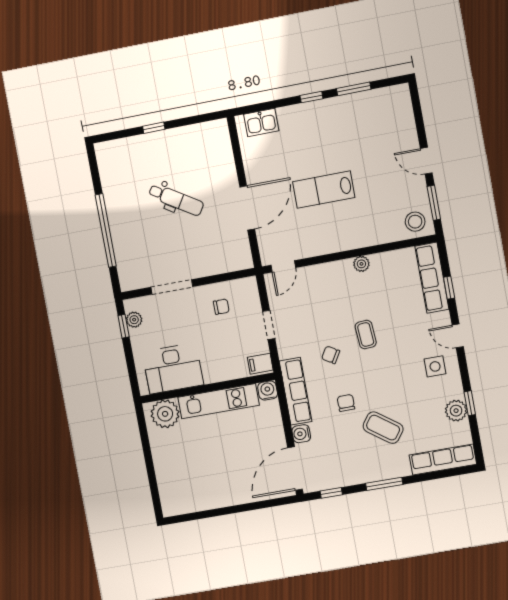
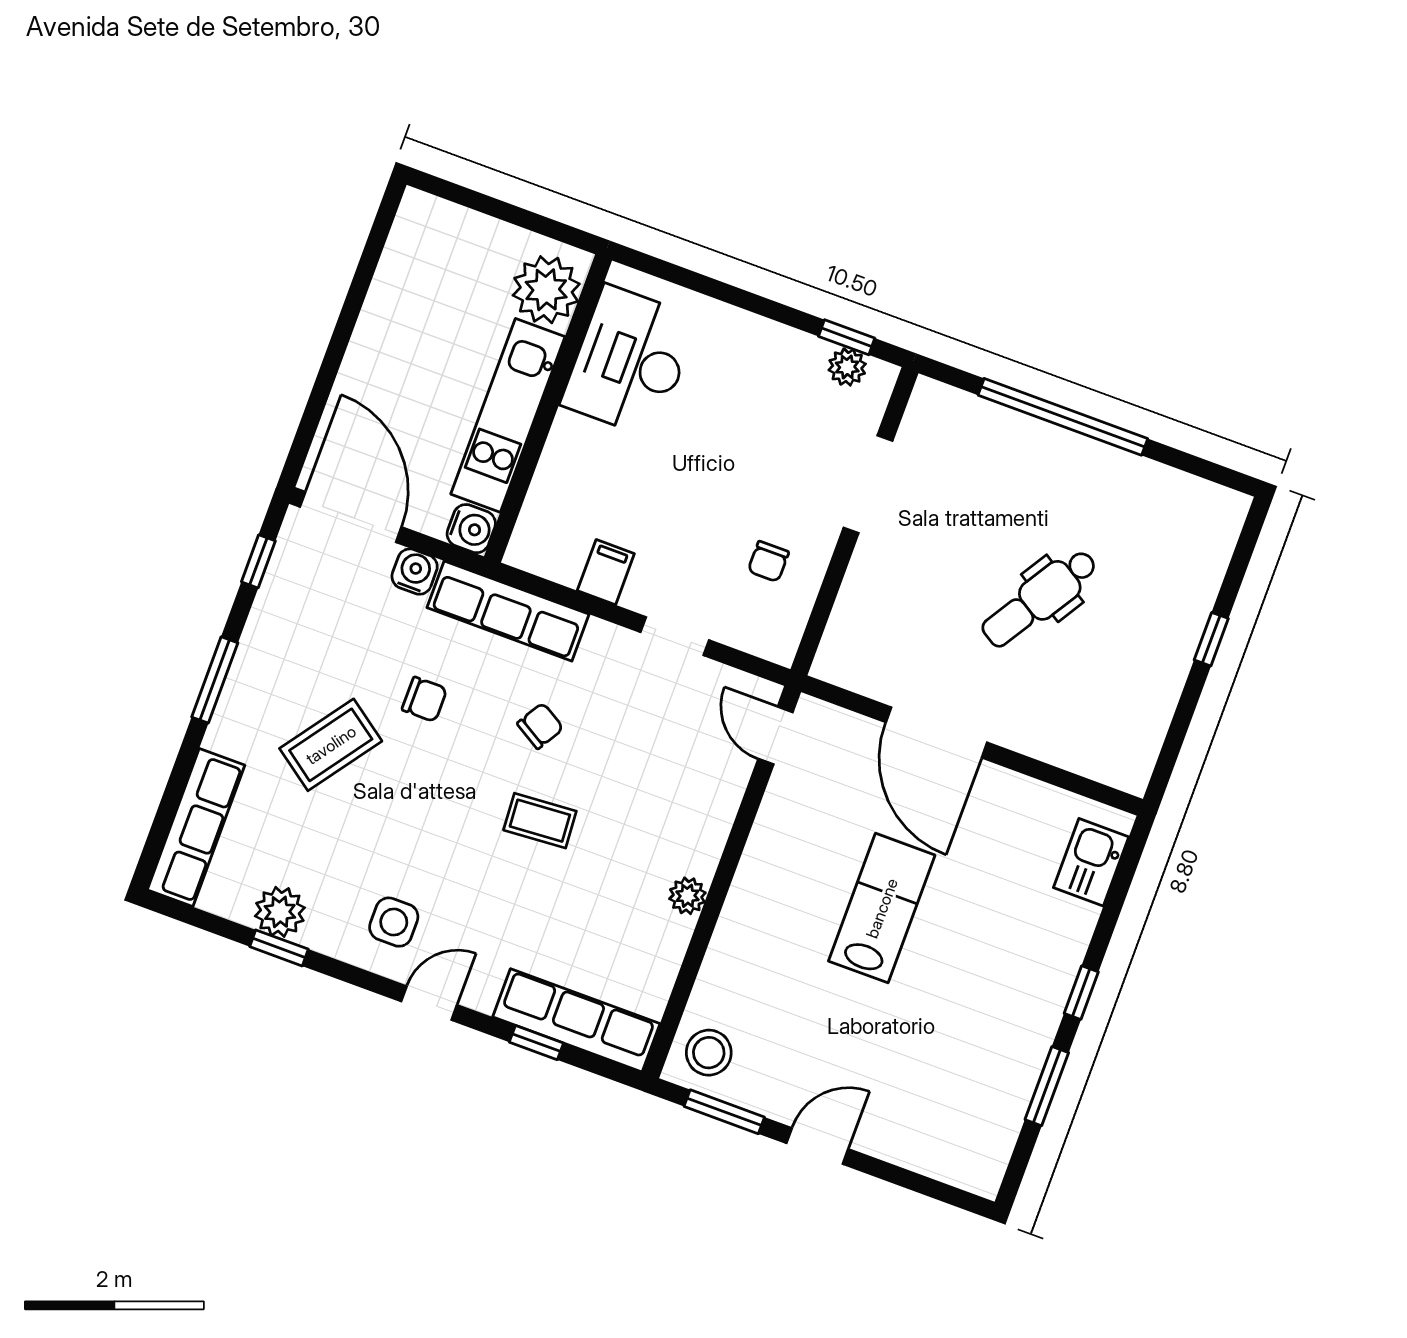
desk: (173, 368) -> (630, 361), moved
wall: (207, 388) -> (548, 408), moved
water cooler: (268, 391) -> (471, 529), moved
kitchen unit: (219, 401) -> (508, 415), moved
plant: (165, 414) -> (546, 290), moved

